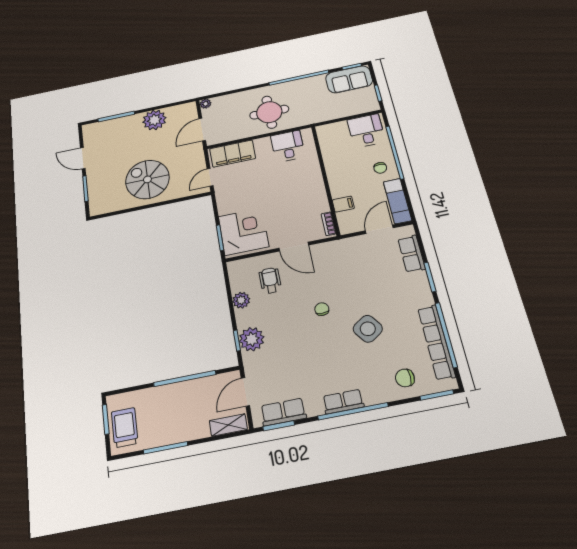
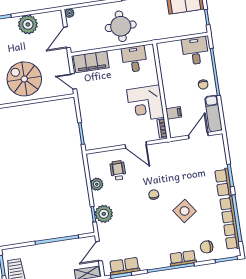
door: (210, 177) -> (74, 81), hinge flipped
corner desk: (244, 232) -> (145, 104), moved, turned 180
row of seats: (411, 254) -> (223, 182), moved
row of seats: (343, 402) -> (183, 258), moved

